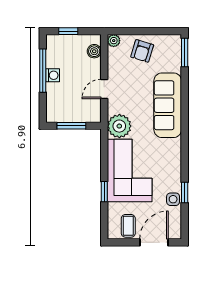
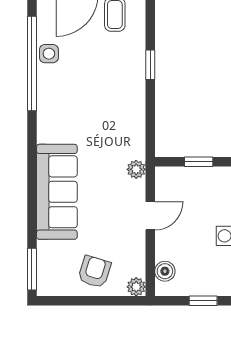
window: (71, 126) -> (199, 162), width x0.67
plant: (119, 126) -> (136, 169), width x0.53, depth x0.53
corner sofa: (130, 171) -> (113, 96), removed
window: (185, 192) -> (32, 64), width x3.17

